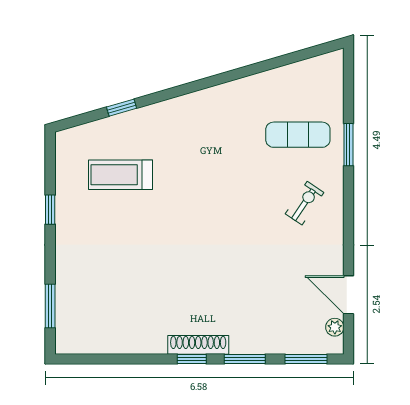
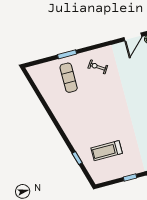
treadmill: (121, 175) -> (107, 151), turned 90

